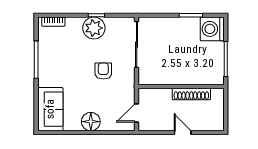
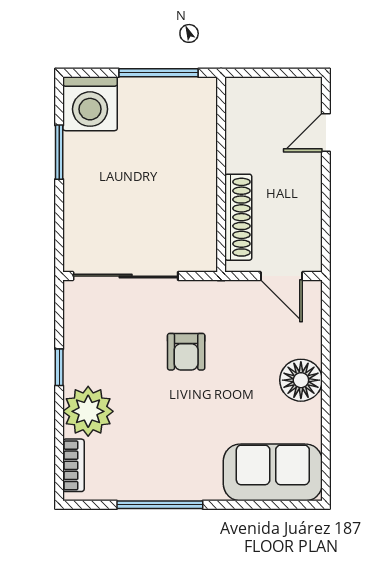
plant: (94, 28) -> (88, 411), moved
armchair: (103, 71) -> (186, 352), turned -90
shoe rack: (191, 94) -> (238, 217), moved
door: (183, 132) -> (326, 132), moved

